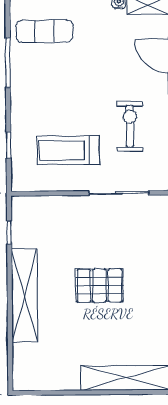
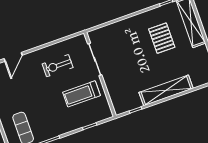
treadmill: (68, 150) -> (82, 94), turned 90
pallet: (99, 286) -> (162, 38), moved

